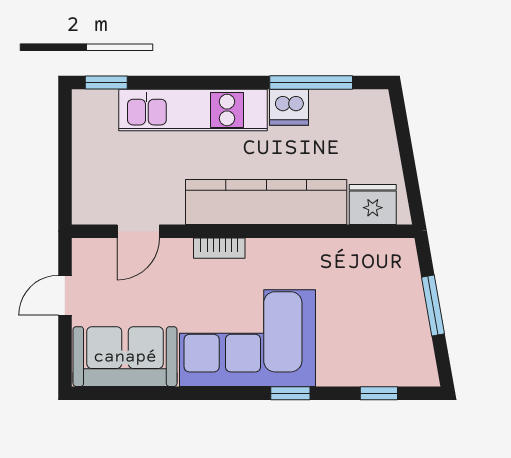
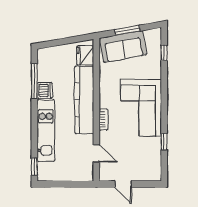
sofa: (125, 357) -> (123, 46), moved, turned -100
window: (290, 393) -> (164, 142), moved

